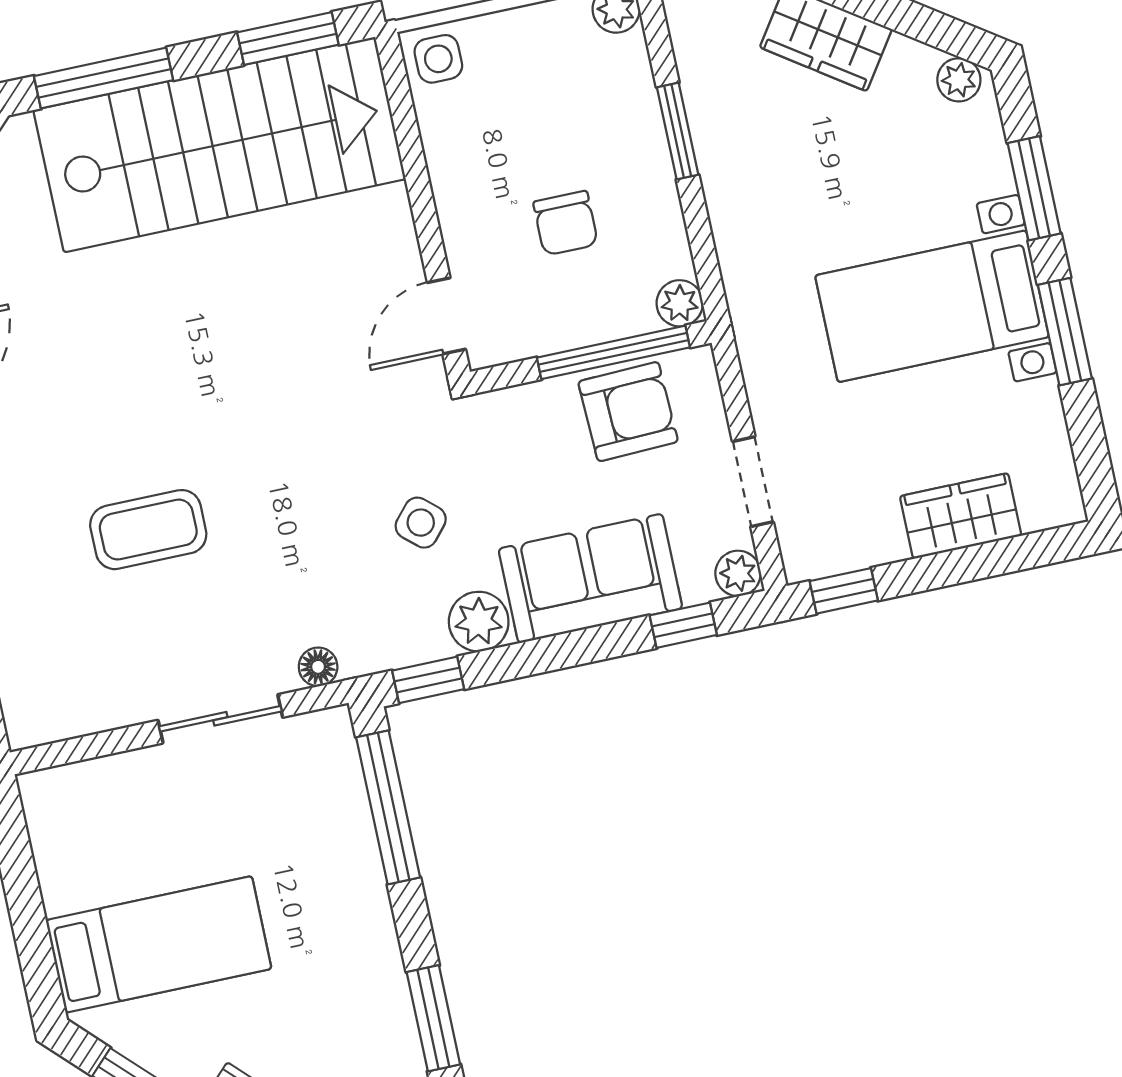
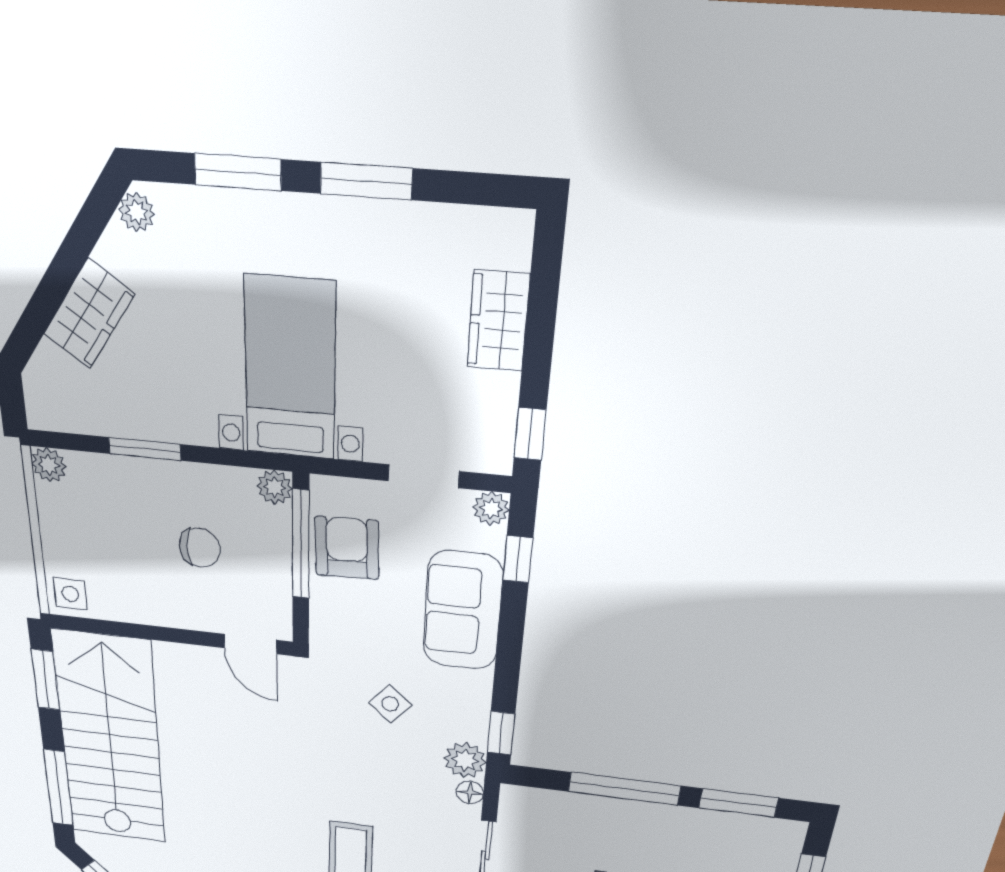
bed with nightstands: (932, 306) -> (290, 369), moved, turned 180
plant: (479, 622) -> (465, 760), moved
window: (388, 807) -> (624, 789), moved

